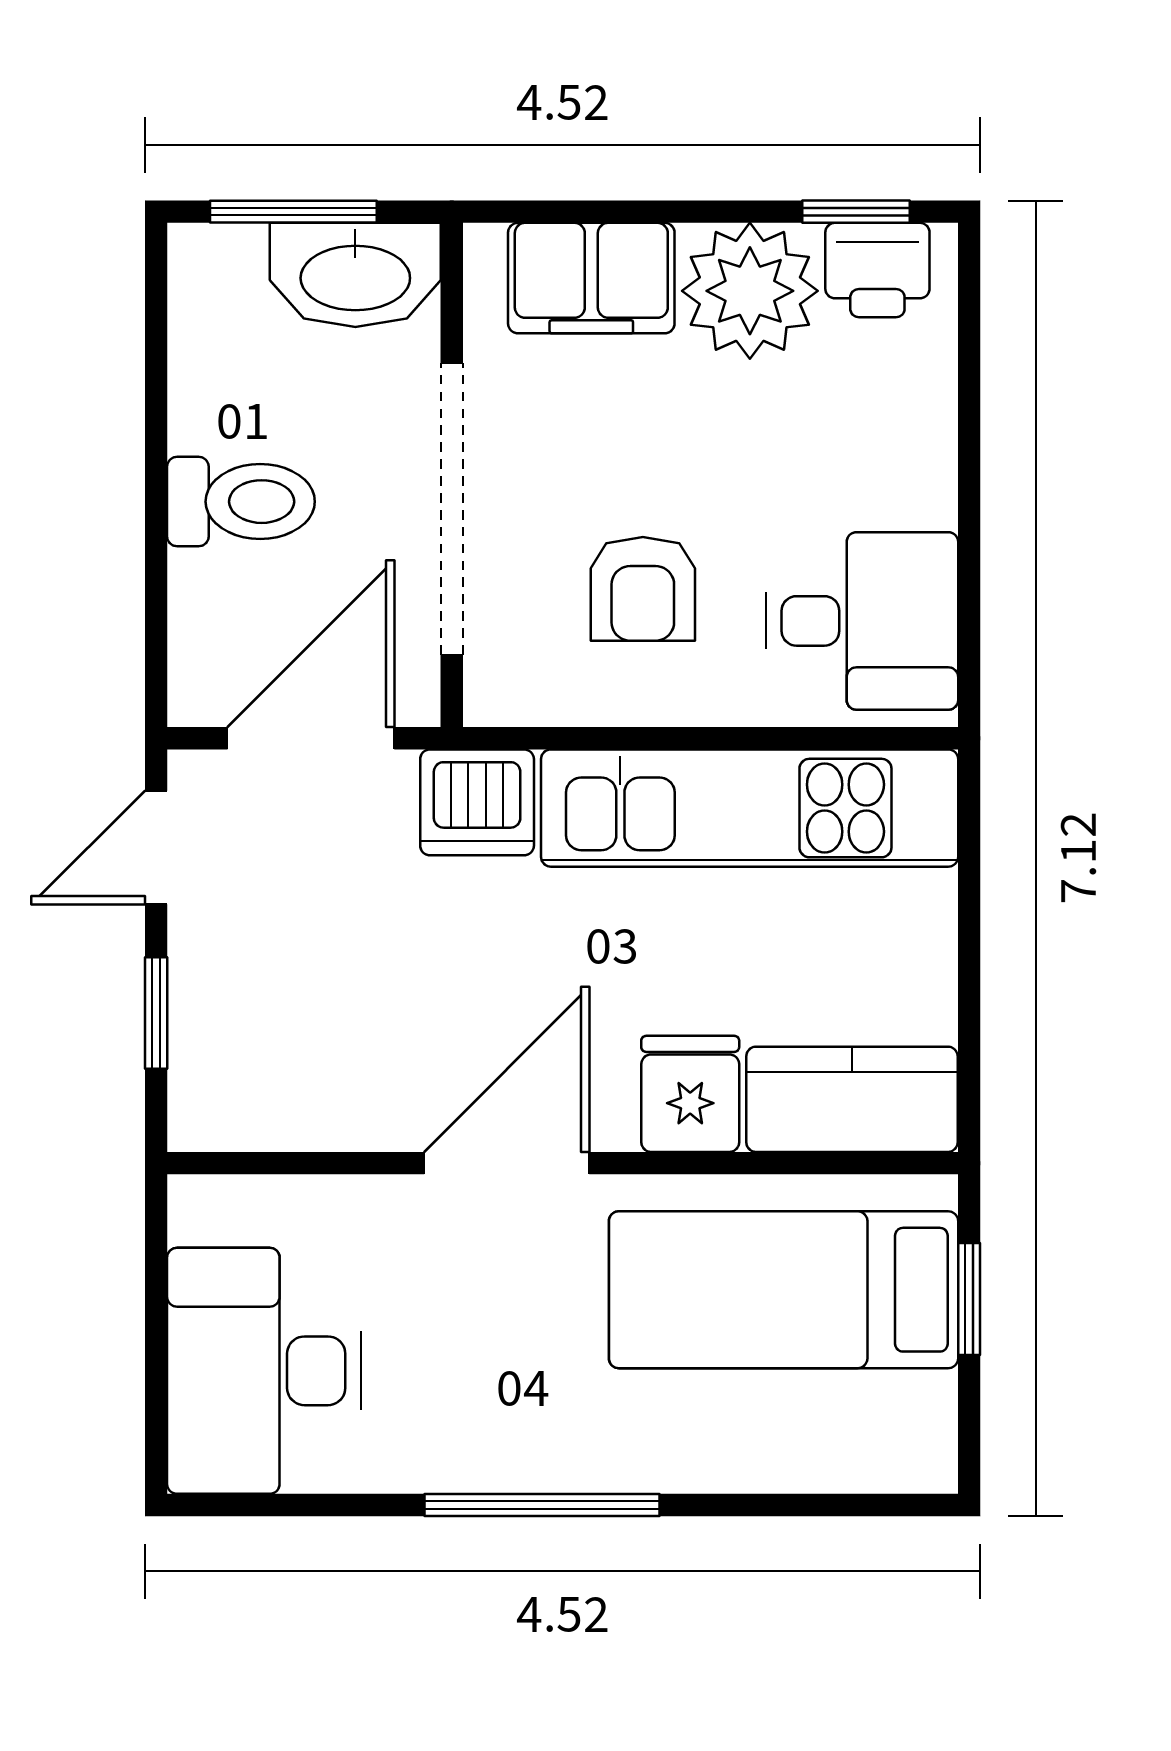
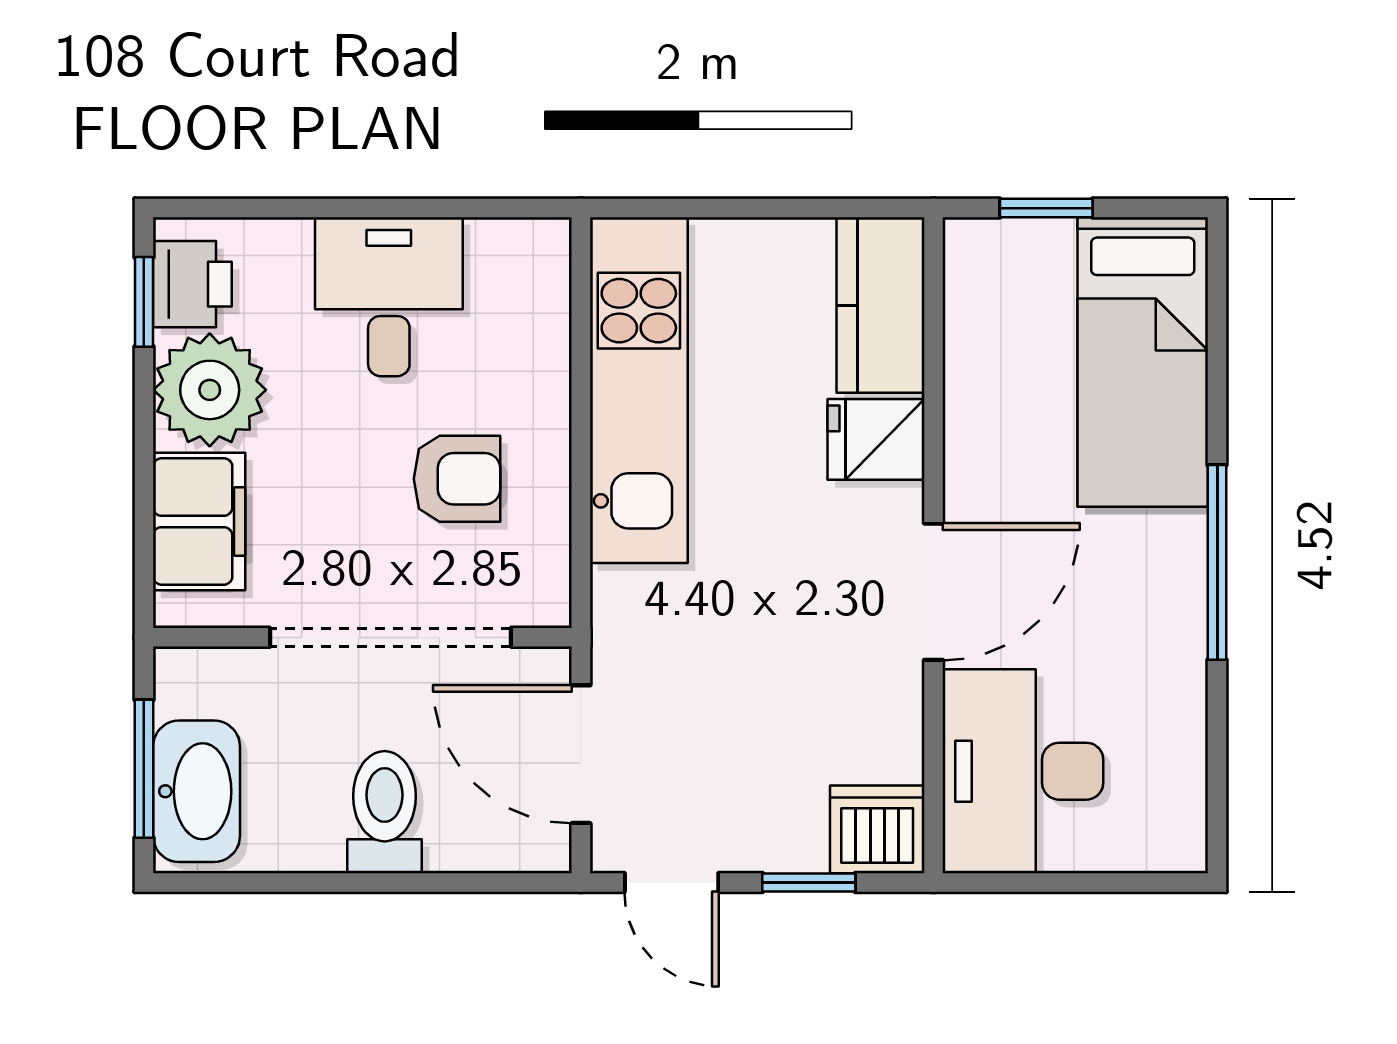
washbasin: (355, 275) -> (196, 791), moved
desk: (862, 621) -> (389, 297), moved
dishwasher: (477, 802) -> (877, 829), moved, turned -90
door: (507, 1163) -> (933, 592), swing flipped
bed: (784, 1290) -> (1143, 362), moved
desk: (264, 1371) -> (1023, 771), moved, turned 90

